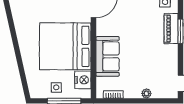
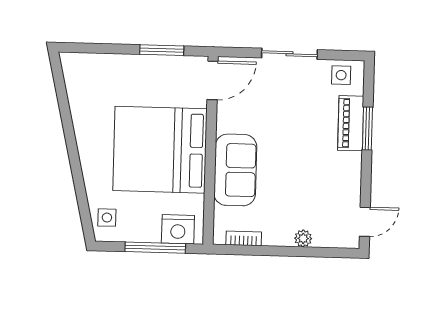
nightstand: (83, 80) -> (178, 229), moved, turned 90
side table: (56, 87) -> (107, 218), moved

